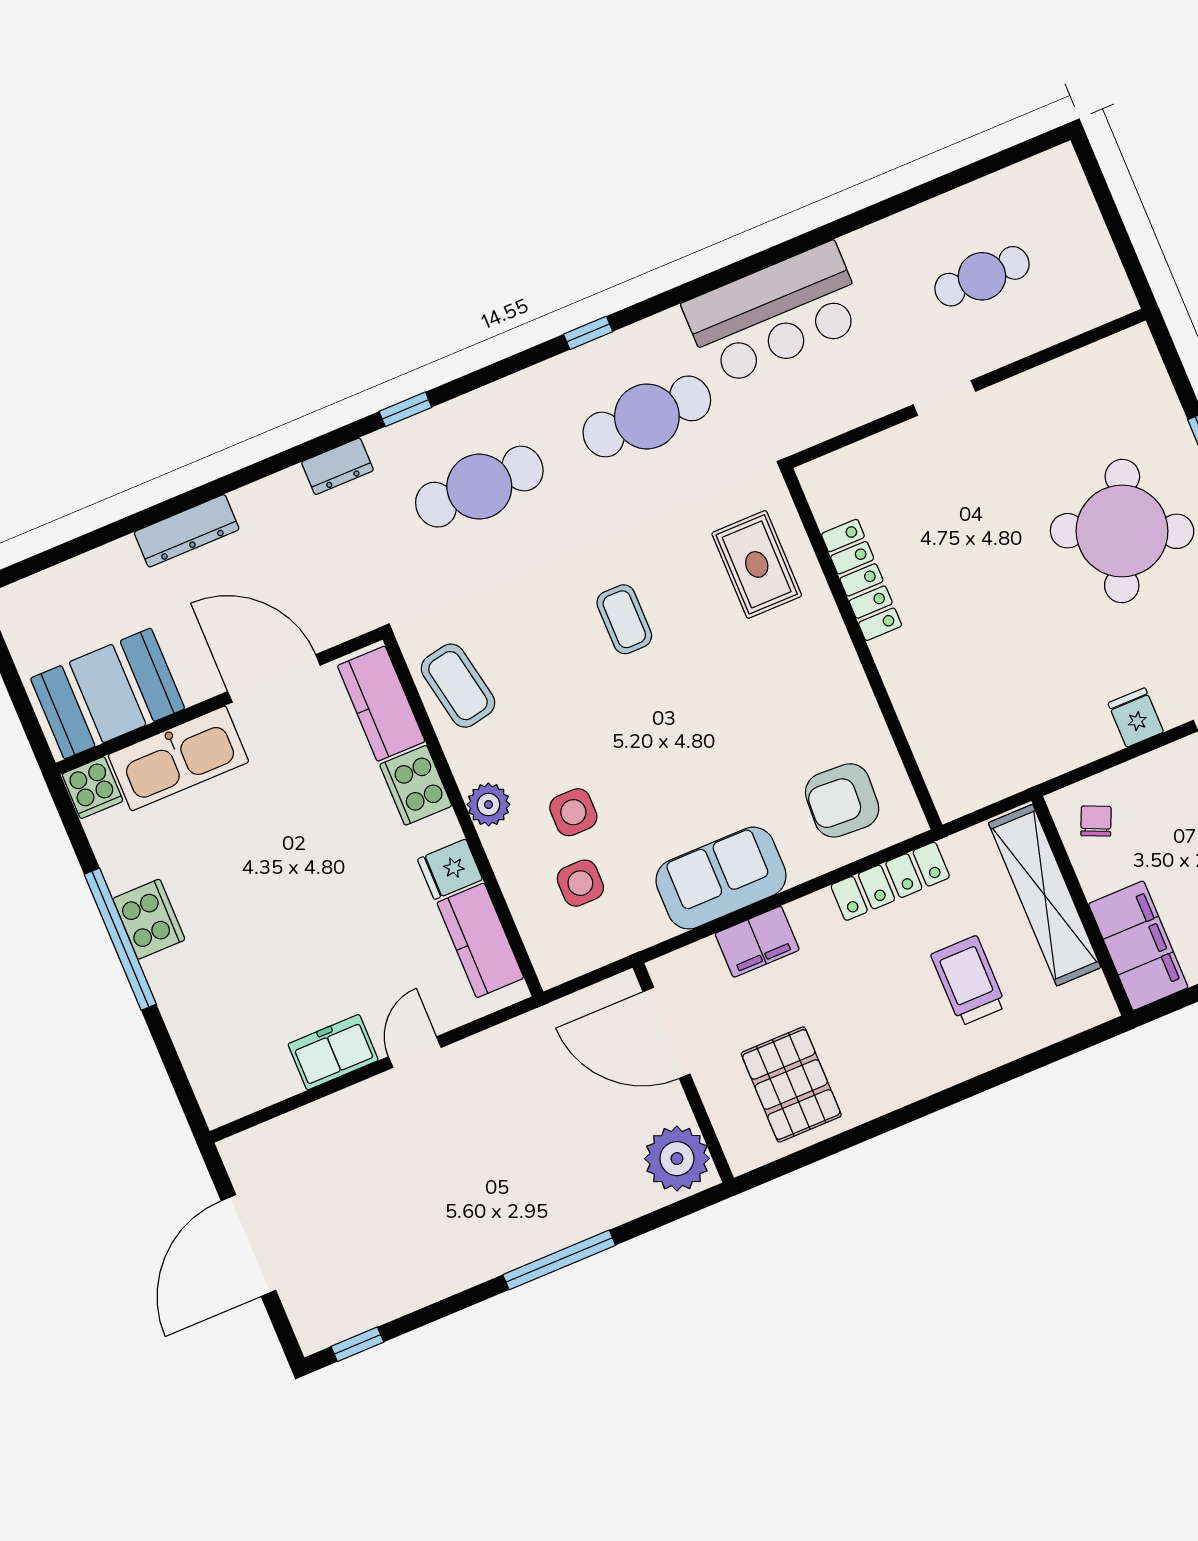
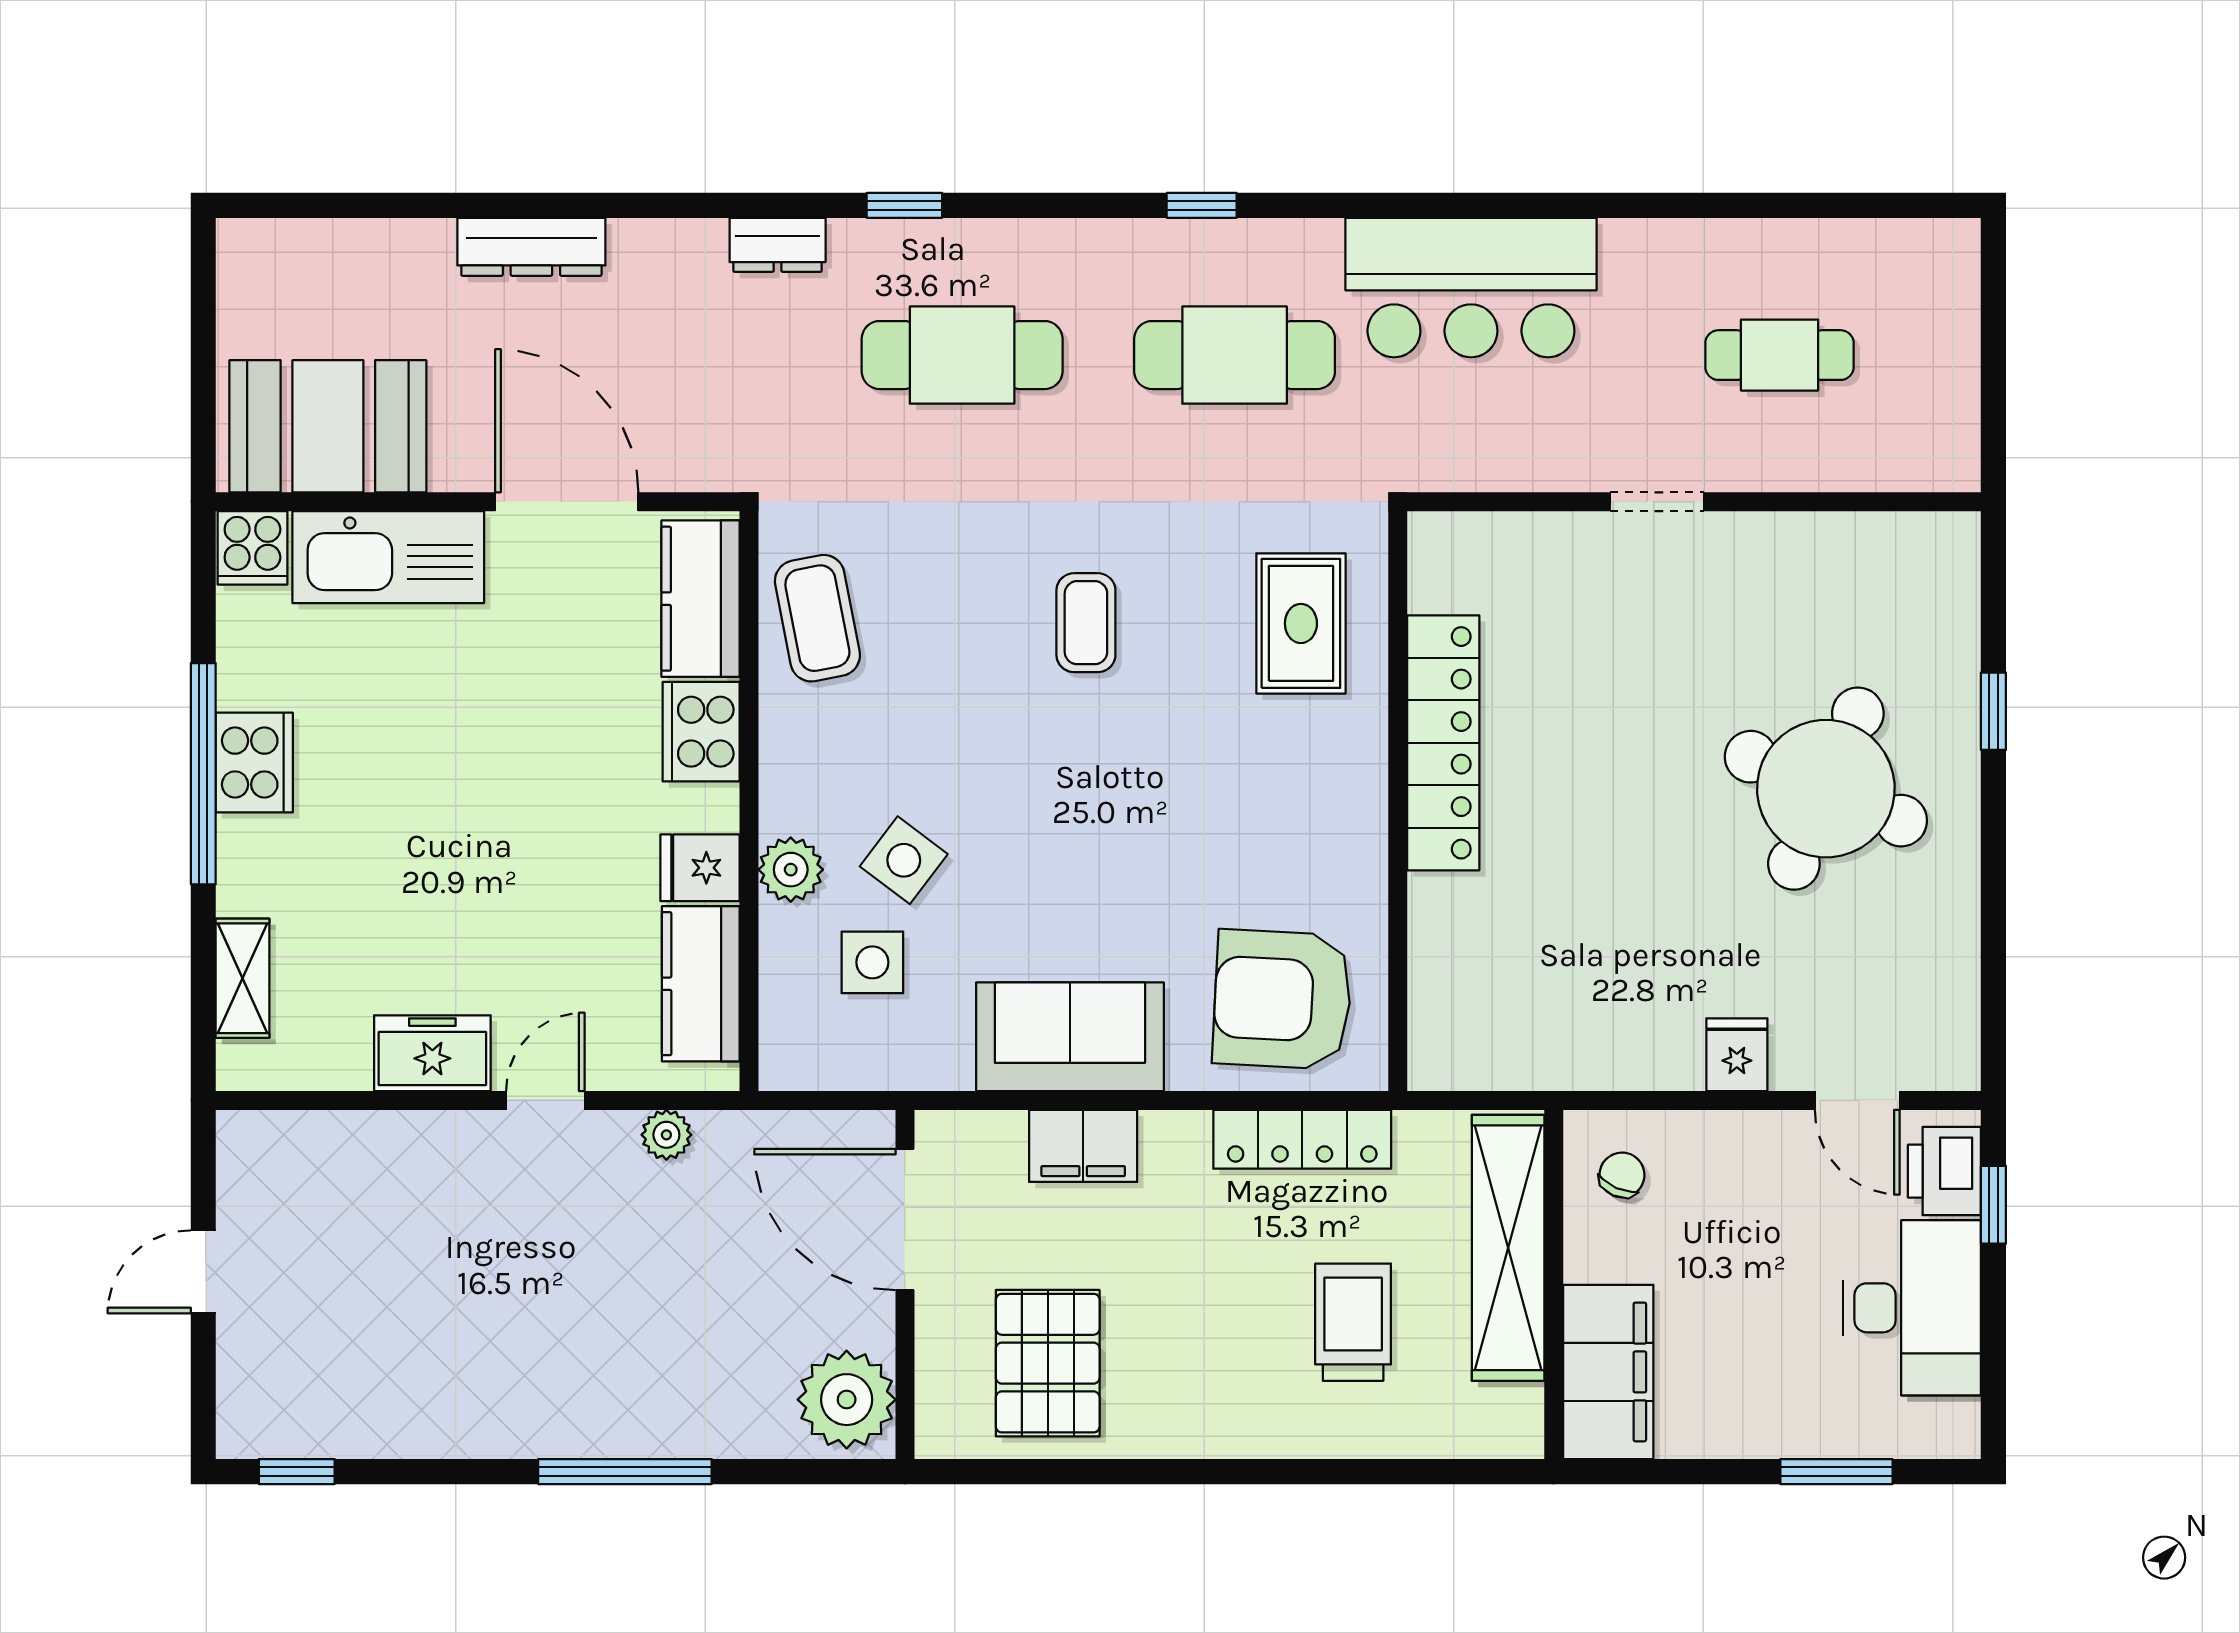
locker: (861, 580) -> (1443, 743), width x1.41, depth x1.21
armchair: (842, 800) -> (1282, 999), width x1.36, depth x1.36
plant: (488, 805) -> (791, 870), moved
side table: (573, 812) -> (904, 860), turned 37
plant: (498, 1042) -> (666, 1135), added
shelving: (197, 1055) -> (243, 978), added
door: (248, 1246) -> (203, 1272), width x0.53

